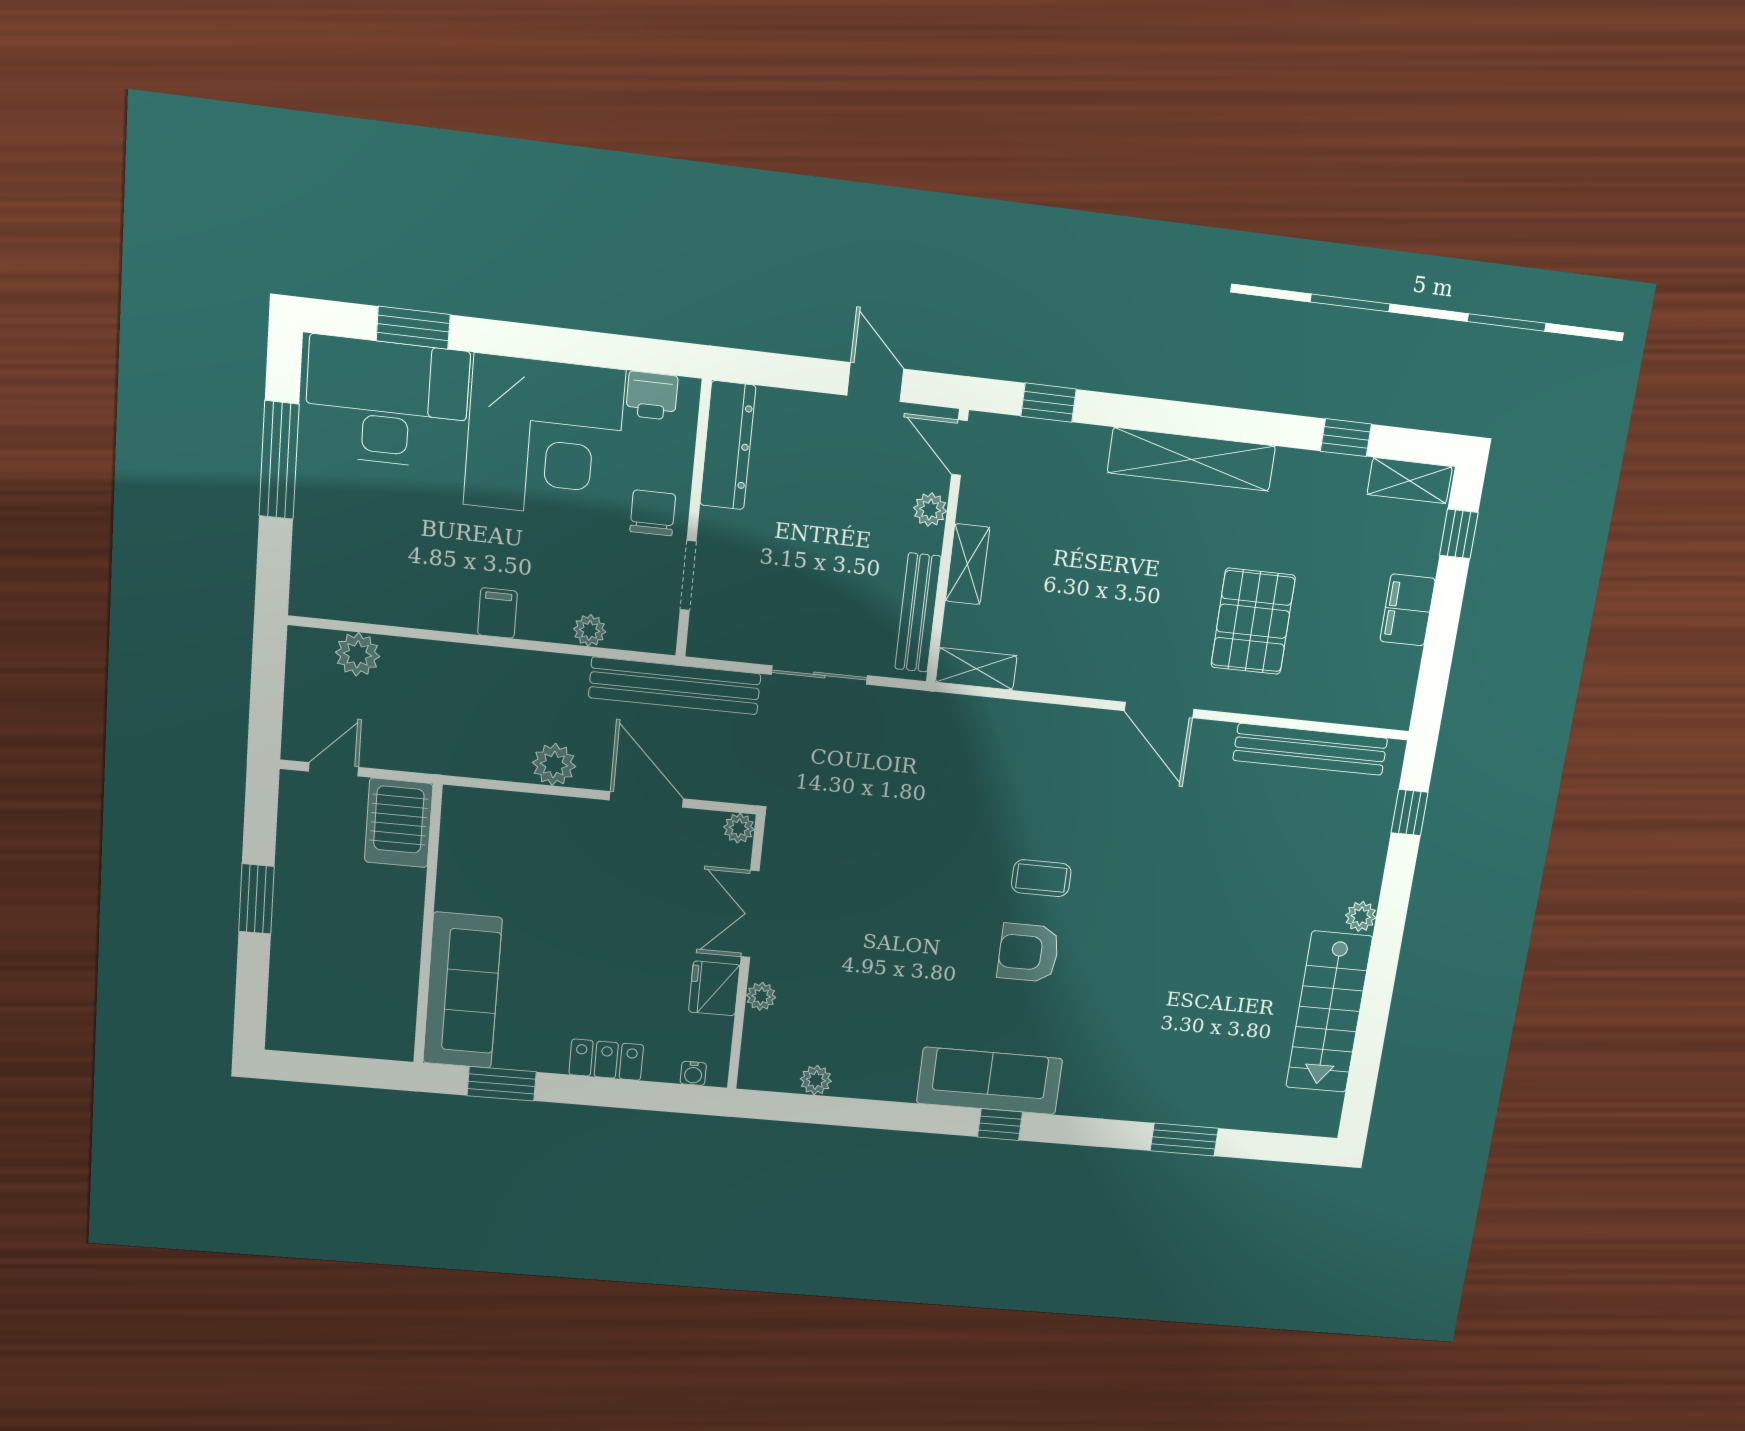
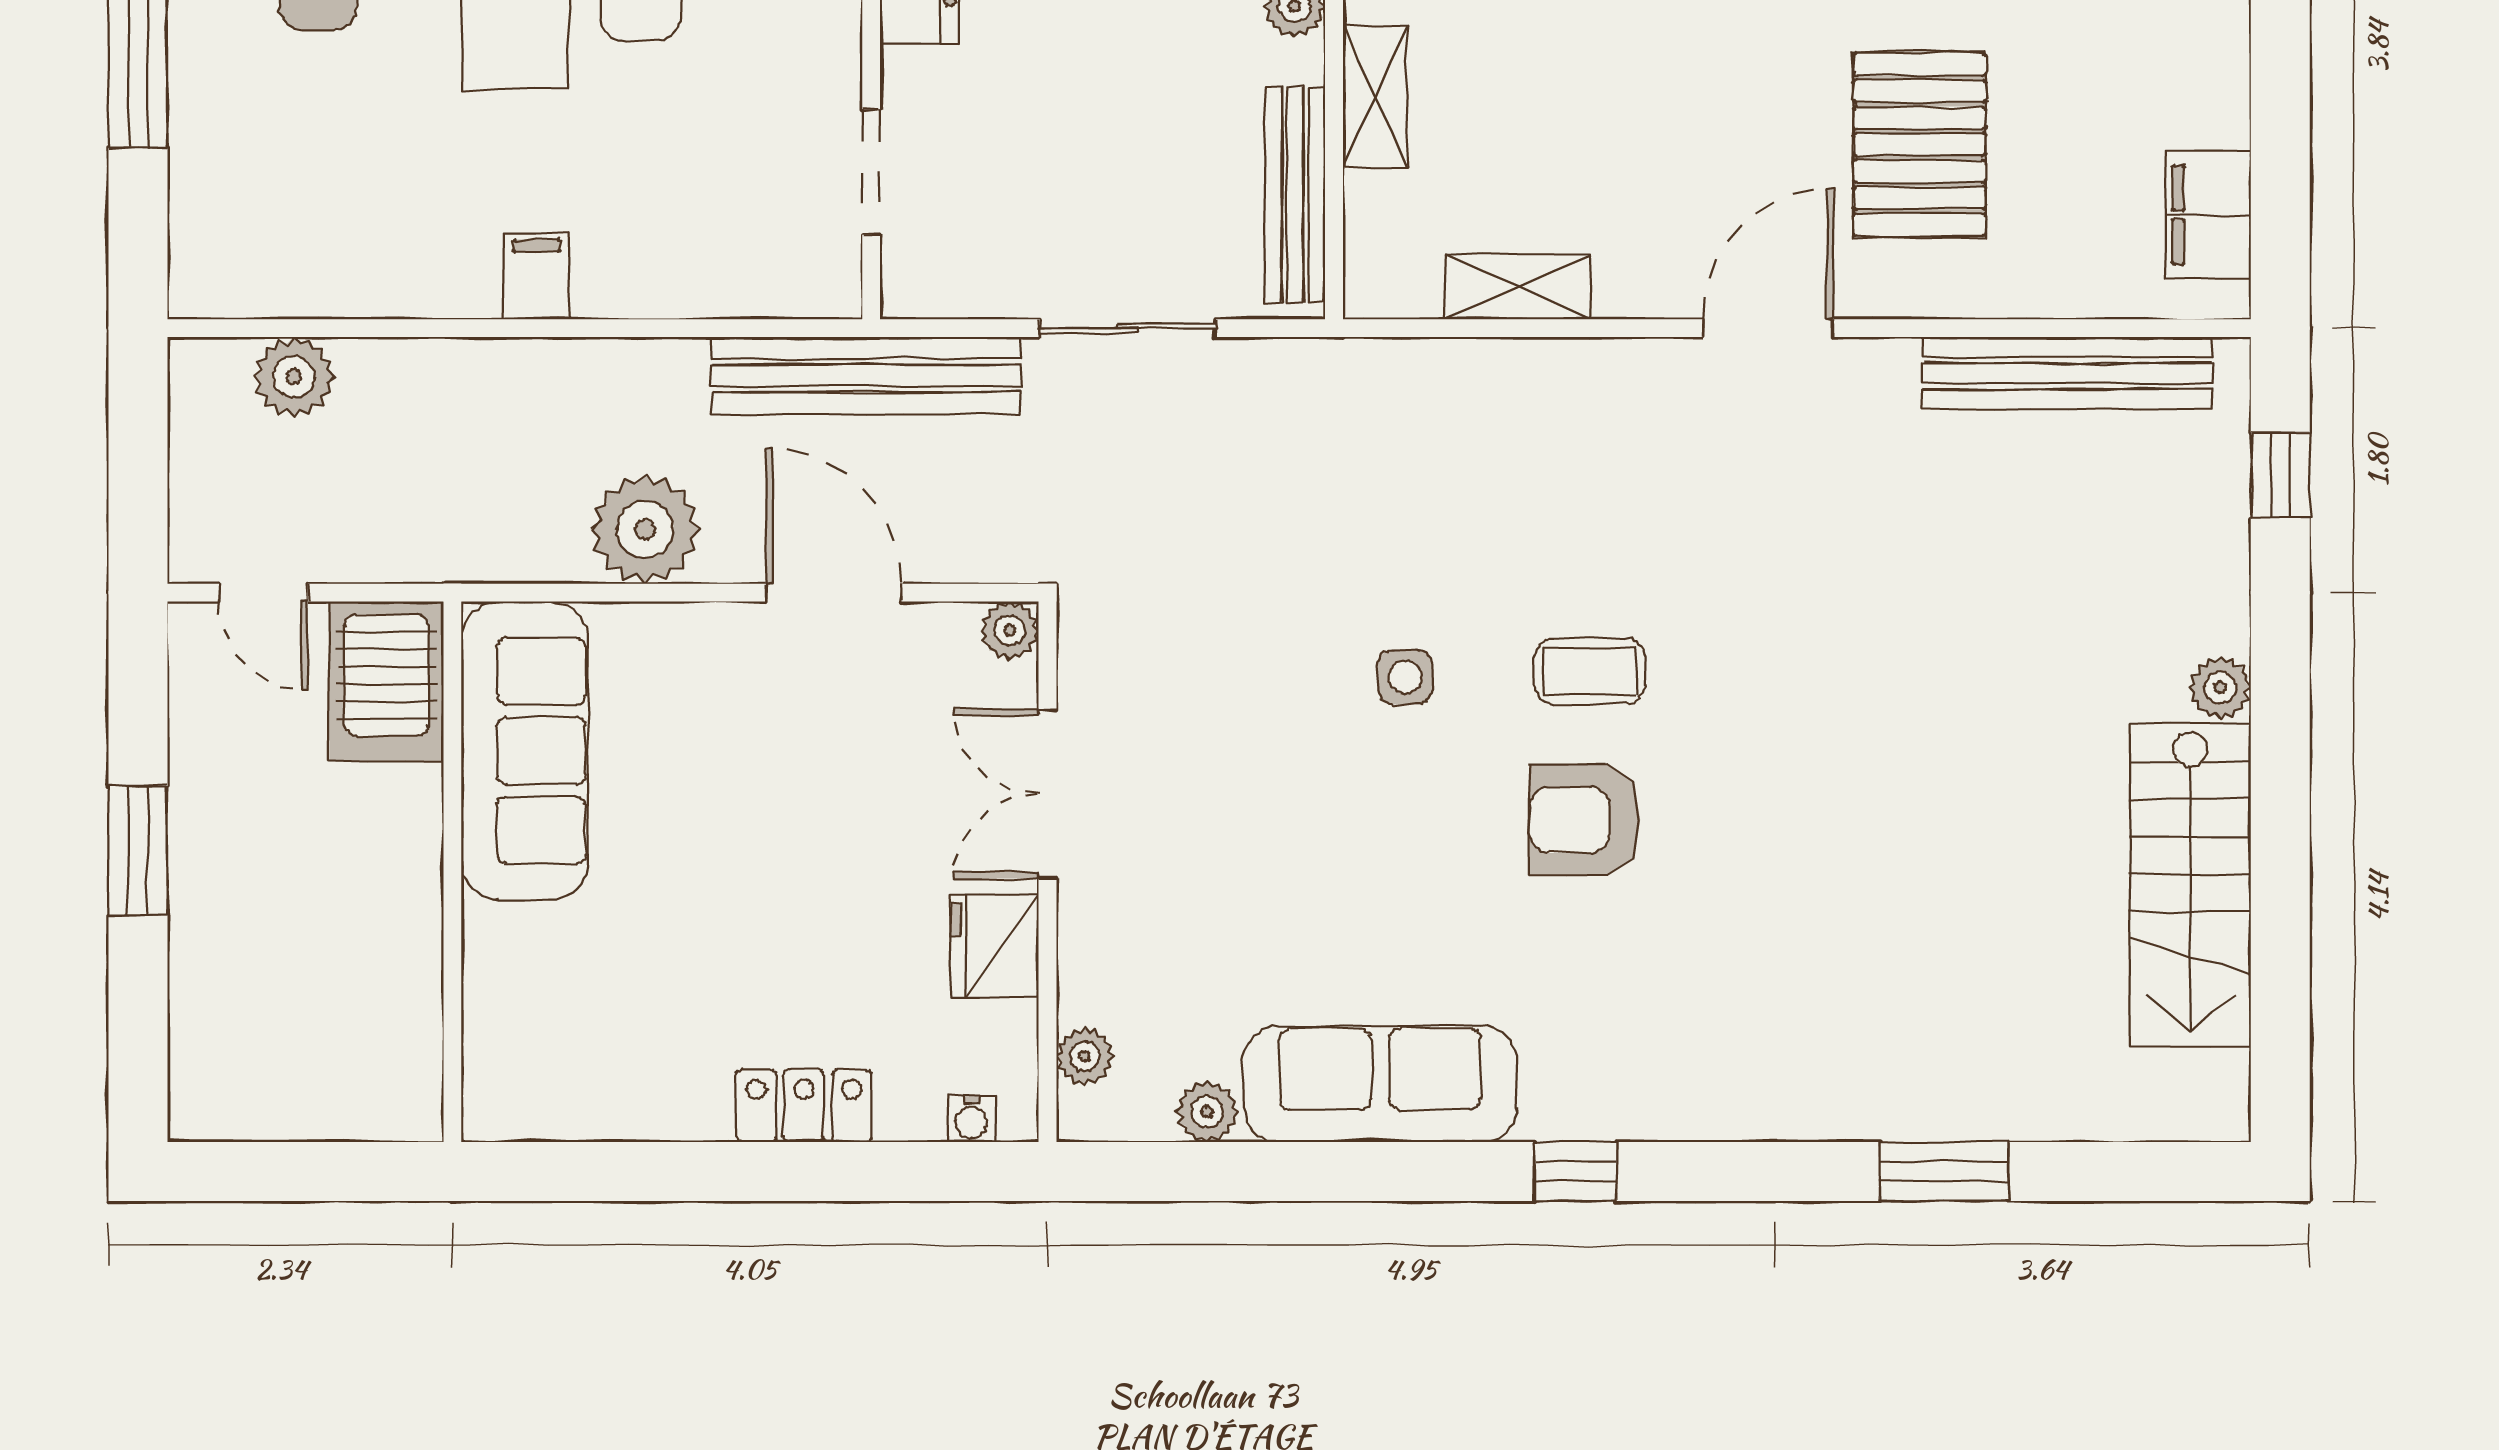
chair: (653, 513) -> (798, 67), removed
filing cabinet: (1408, 610) -> (2208, 215), moved
plant: (590, 630) -> (704, 290), removed
shelving: (976, 669) -> (1518, 287), moved
door: (1159, 710) -> (1768, 328), swing flipped
plant: (554, 764) -> (645, 529), width x1.36, depth x1.36
door: (334, 769) -> (263, 593), swing flipped
side table: (945, 872) -> (1405, 677), added
sofa: (462, 990) -> (525, 751), moved
plant: (761, 996) -> (1085, 1057), moved
sofa: (990, 1081) -> (1380, 1084), moved
window: (502, 1084) -> (611, 1172), removed

